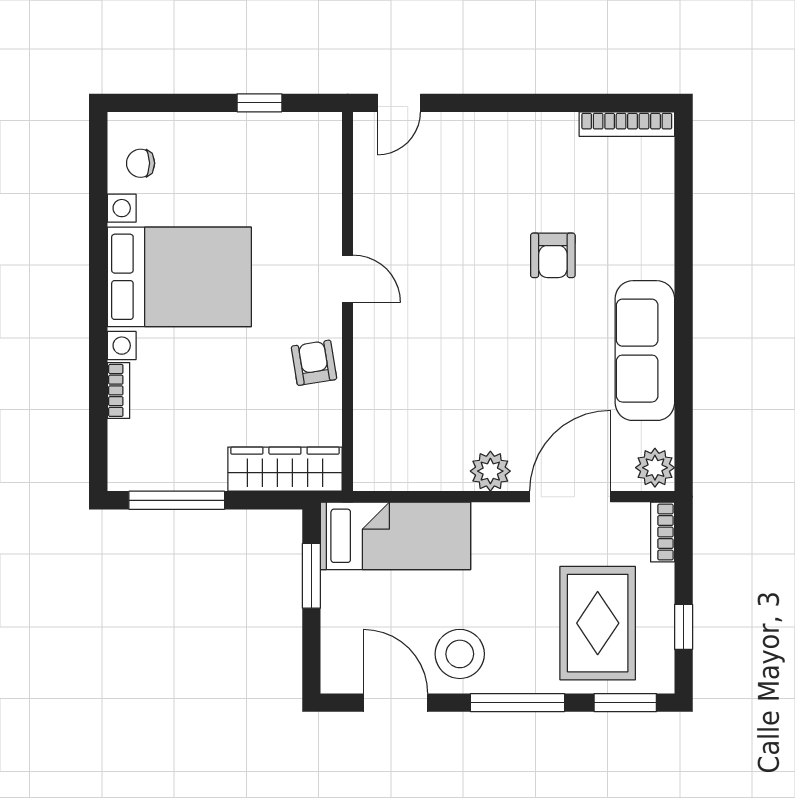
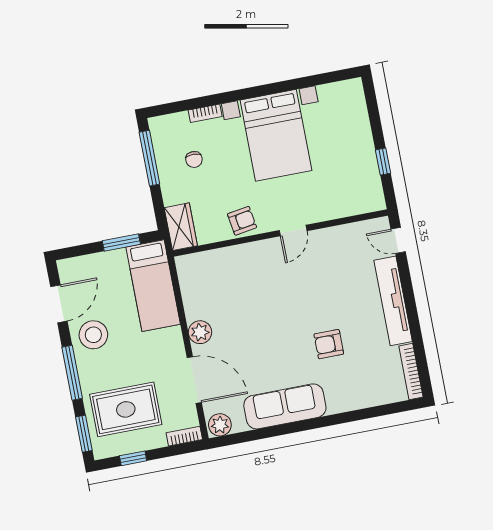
tv unit: (500, 131) -> (393, 301), added
chair: (141, 163) -> (194, 159), moved, turned 180
wardrobe: (285, 469) -> (181, 227), width x0.67

